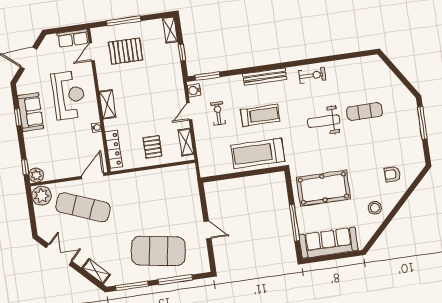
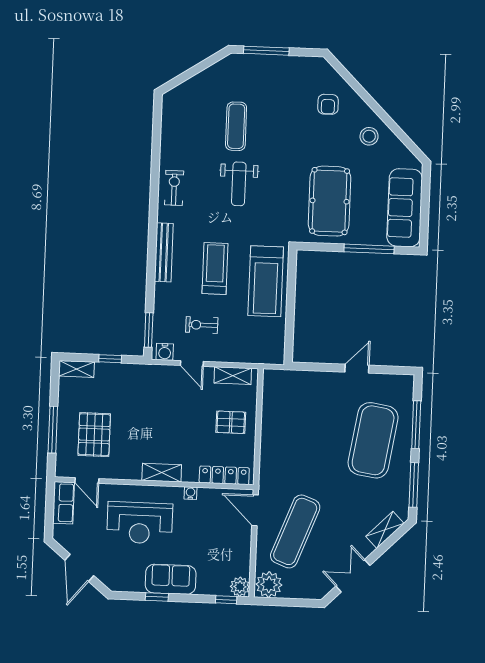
reception desk: (69, 95) -> (140, 523), turned 180
sofa: (31, 112) -> (171, 579), moved

